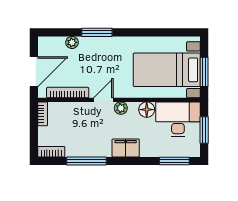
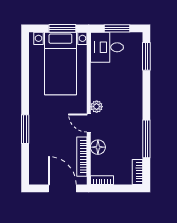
plant: (72, 42) -> (35, 153), removed
floor lamp: (147, 110) -> (98, 147), moved
desk: (178, 119) -> (107, 47), width x0.73
filing cabinet: (126, 148) -> (134, 102), removed

